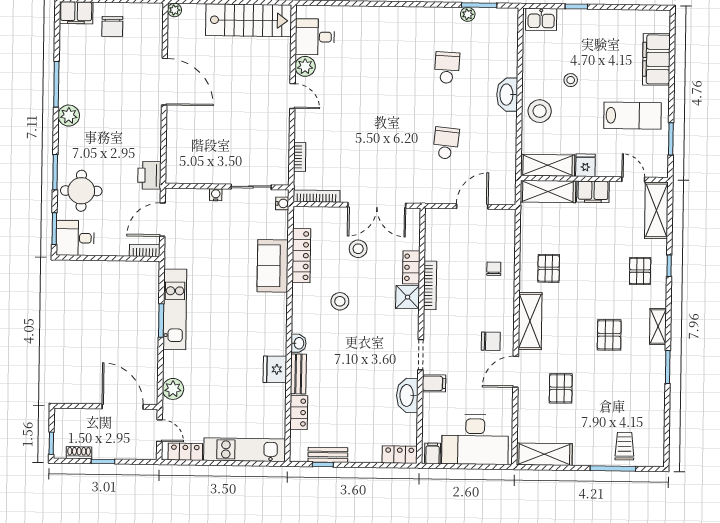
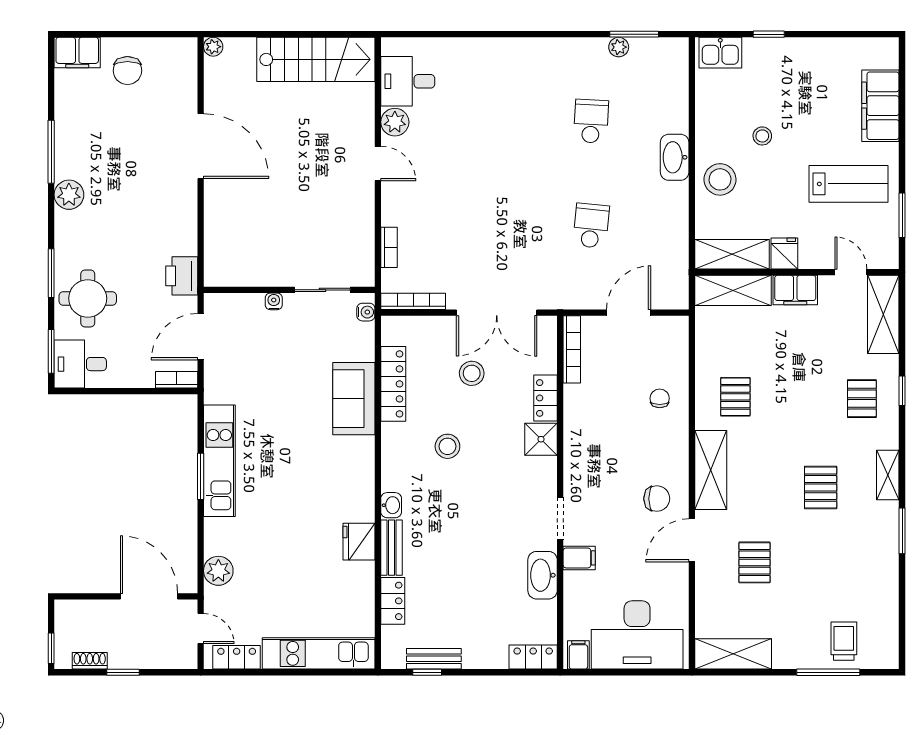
bookcase: (430, 285) -> (572, 349), moved

